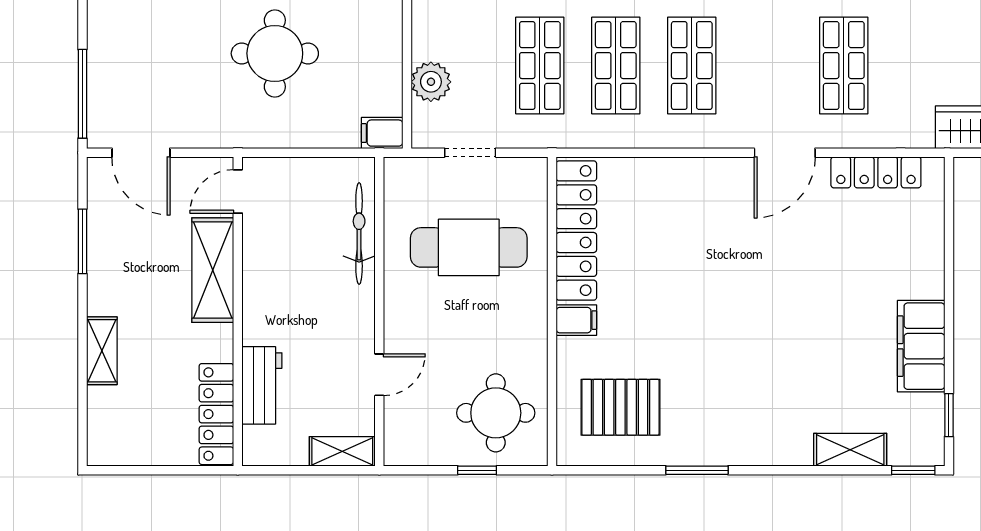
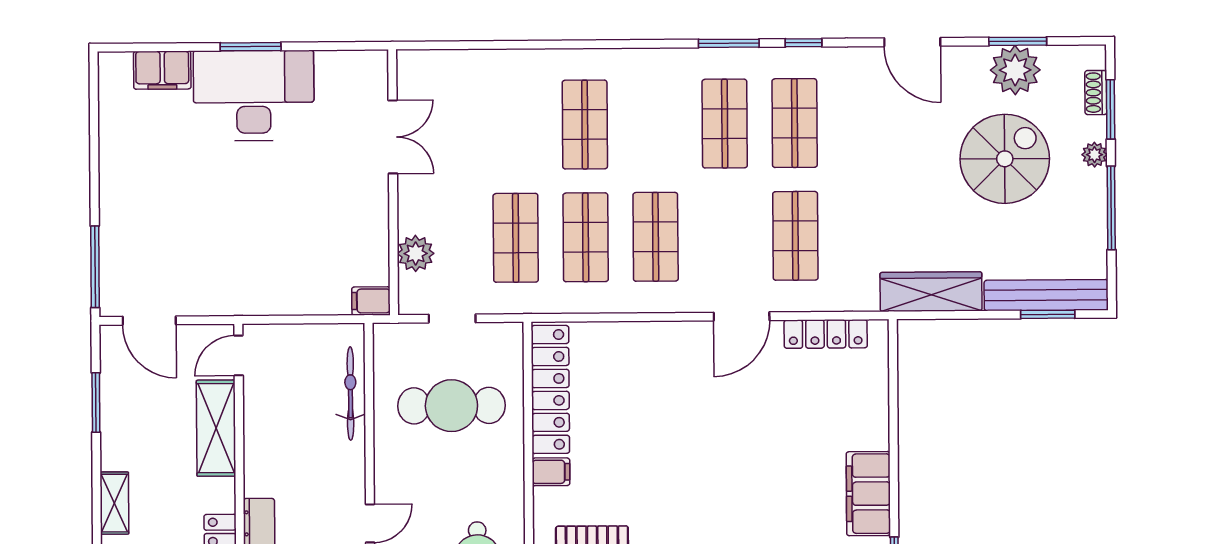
round table: (275, 53) -> (272, 228), removed

